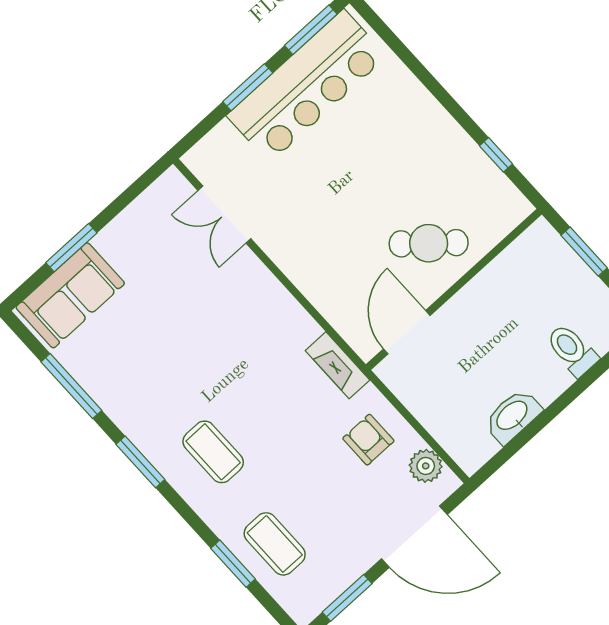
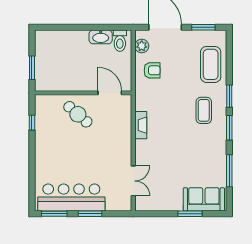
door: (407, 332) -> (110, 93), swing flipped
toilet: (572, 350) -> (120, 41), moved
fireplace: (338, 365) -> (141, 125), moved
armchair: (368, 440) -> (152, 70), turned -90
coffee table: (275, 544) -> (211, 64), width x1.36, depth x1.32
window: (233, 564) -> (229, 96), moved

